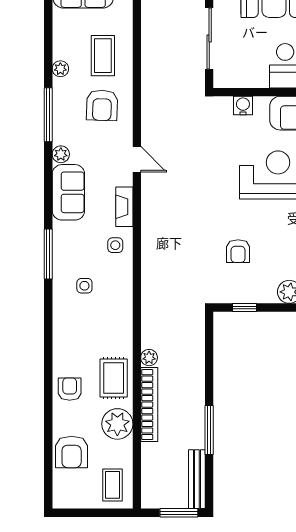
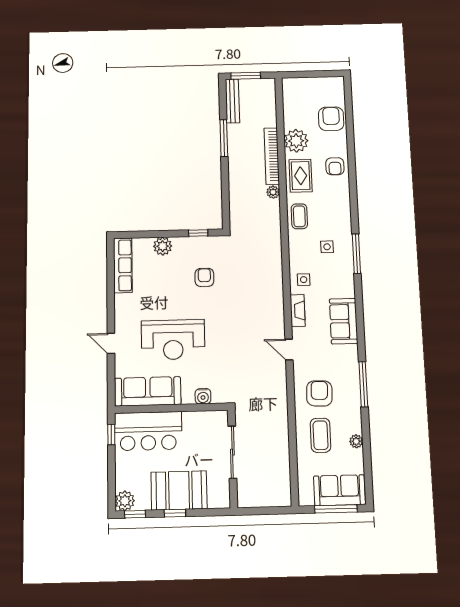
plant: (60, 69) -> (356, 441), moved
plant: (61, 154) -> (351, 352), removed
window: (48, 254) -> (356, 254), moved
coffee table: (112, 485) -> (299, 216), moved

